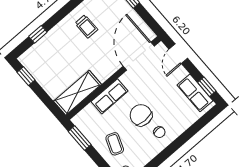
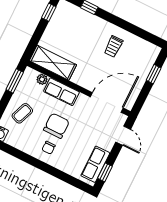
door: (178, 54) -> (123, 136), swing flipped
plant: (89, 110) -> (42, 79), added

